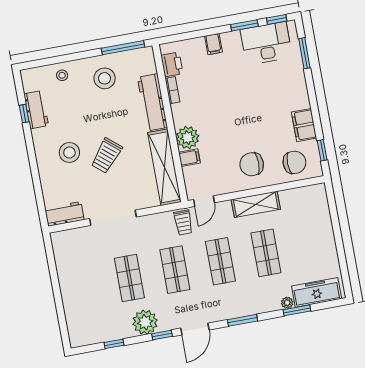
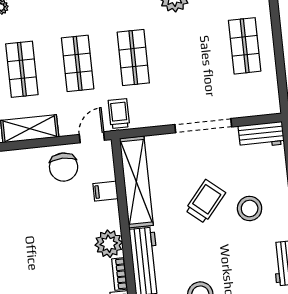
plant: (188, 138) -> (109, 244), moved
chair: (252, 164) -> (64, 167), moved, turned 90
shop shelf: (129, 278) -> (245, 46), moved

